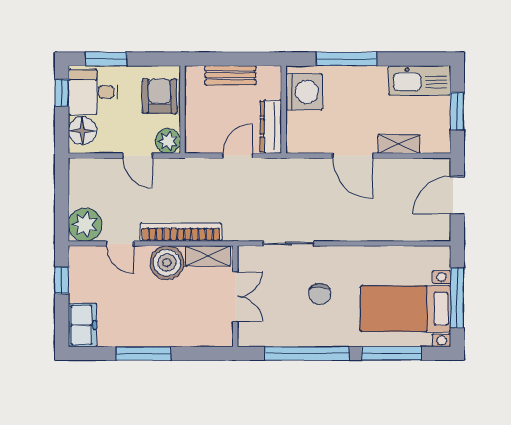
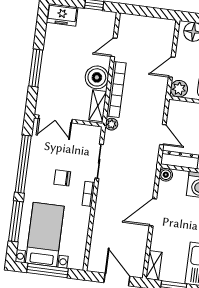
boiler: (295, 144) -> (166, 175), added
shelving: (399, 144) -> (154, 265), moved
plant: (85, 225) -> (112, 124), moved, width x0.53, depth x0.53
bookcase: (338, 253) -> (88, 194), added
double door: (235, 297) -> (55, 119), moved
window: (143, 353) -> (36, 68), moved

